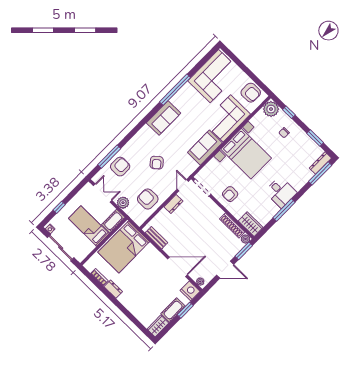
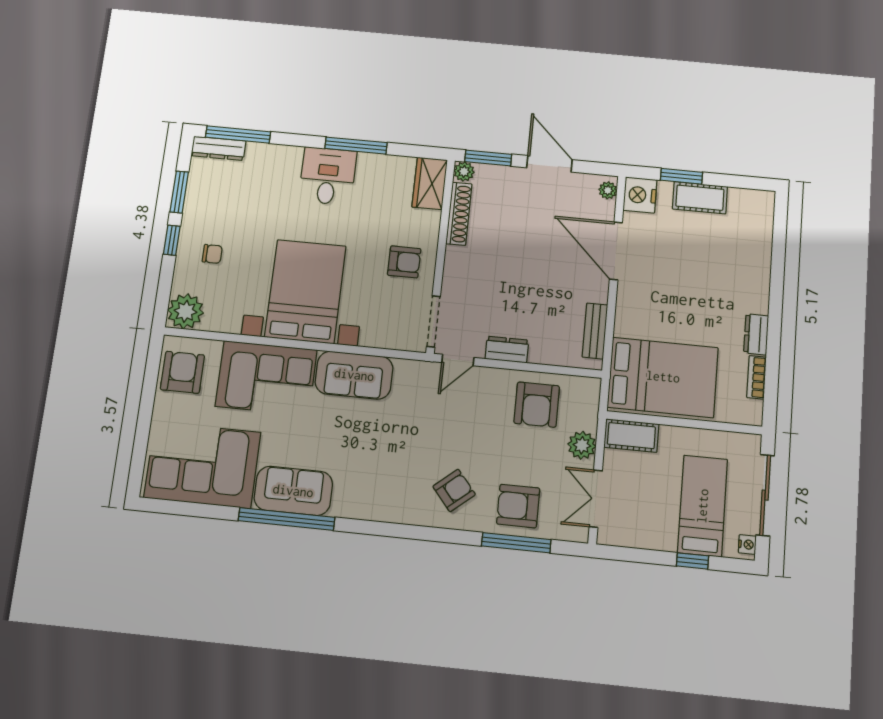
window: (289, 112) -> (172, 240), moved
sofa: (164, 118) -> (293, 491), moved
armchair: (157, 163) -> (454, 490), moved
bed: (89, 226) -> (703, 506), moved, turned 180
wardrobe: (158, 326) -> (752, 202), removed

